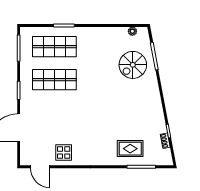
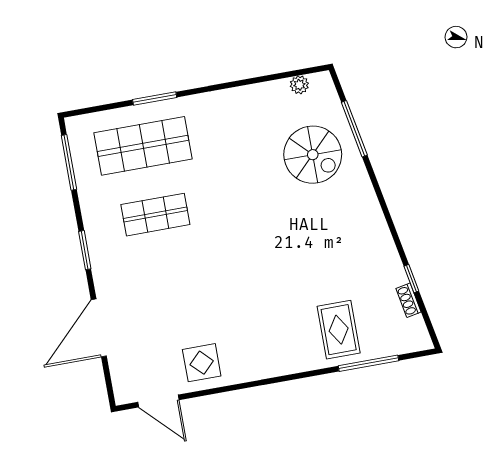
spiral stairs: (133, 65) -> (313, 155), turned -90
shop shelf: (54, 80) -> (155, 215), width x0.70, depth x0.74
rug: (130, 149) -> (339, 330), turned 90

